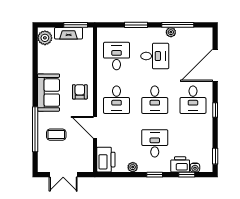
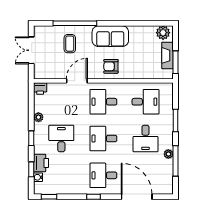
armchair: (80, 92) -> (111, 66), turned 180
desk: (155, 143) -> (61, 139), turned -90
printer: (106, 160) -> (40, 89), width x0.53, depth x0.68

